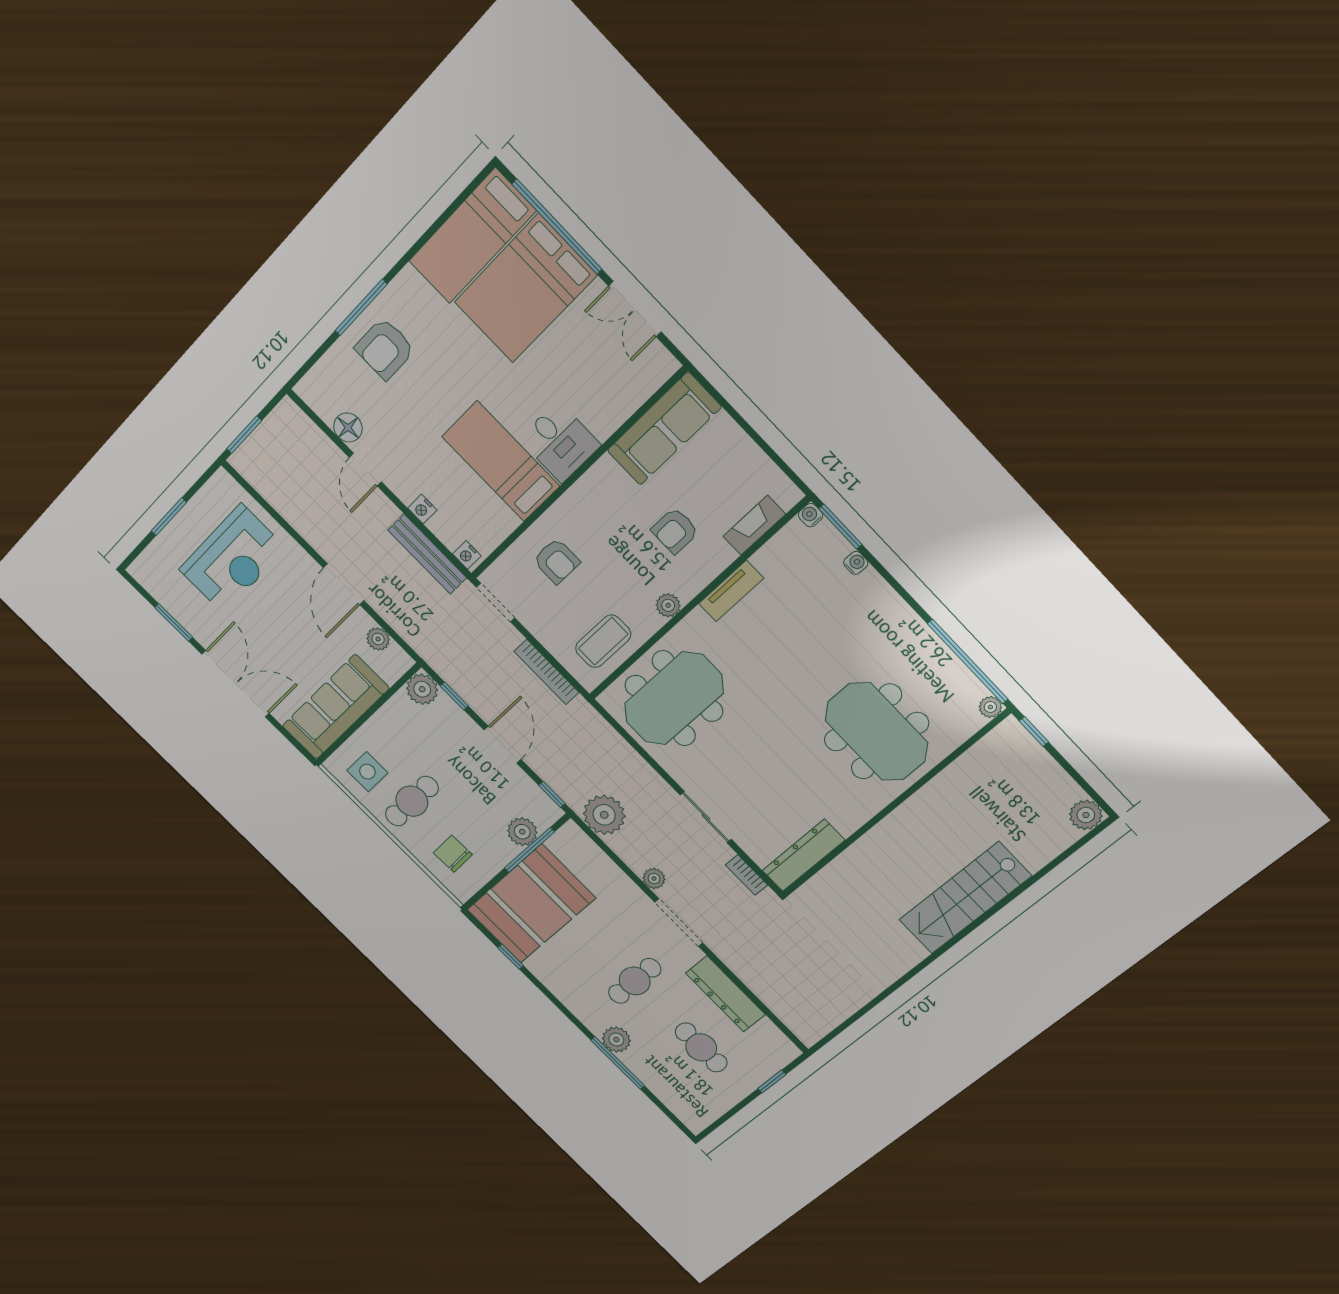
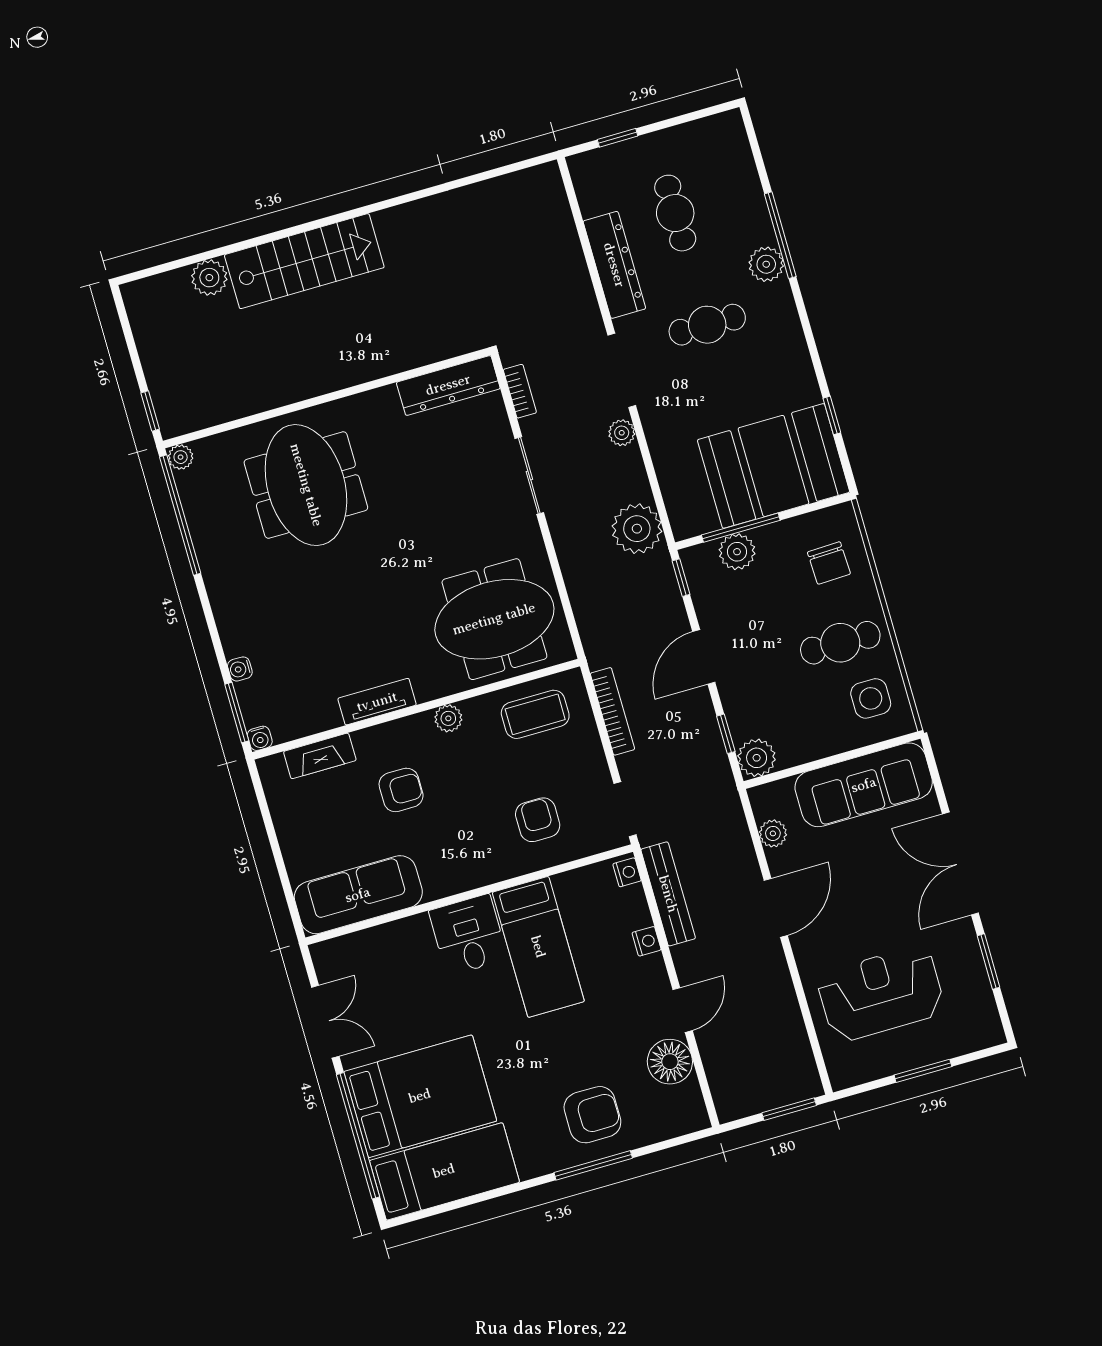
floor lamp: (348, 427) -> (670, 1062), width x1.38, depth x1.38
plant: (1086, 815) -> (209, 278), moved

